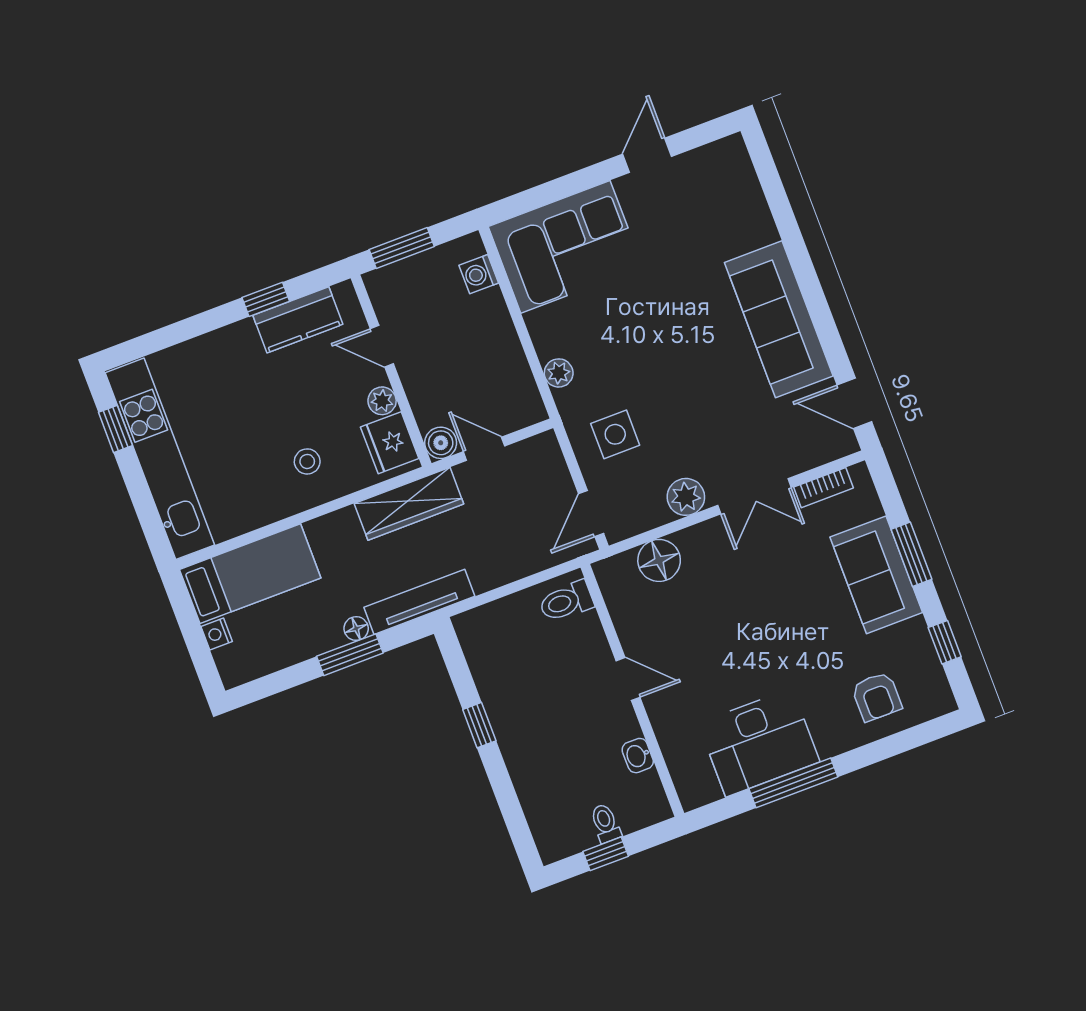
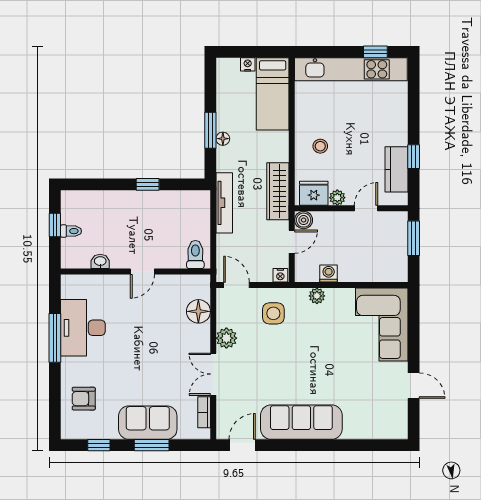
washing machine: (479, 274) -> (329, 274), moved
nightstand: (547, 447) -> (280, 275), added
tv unit: (419, 602) -> (224, 203), moved

